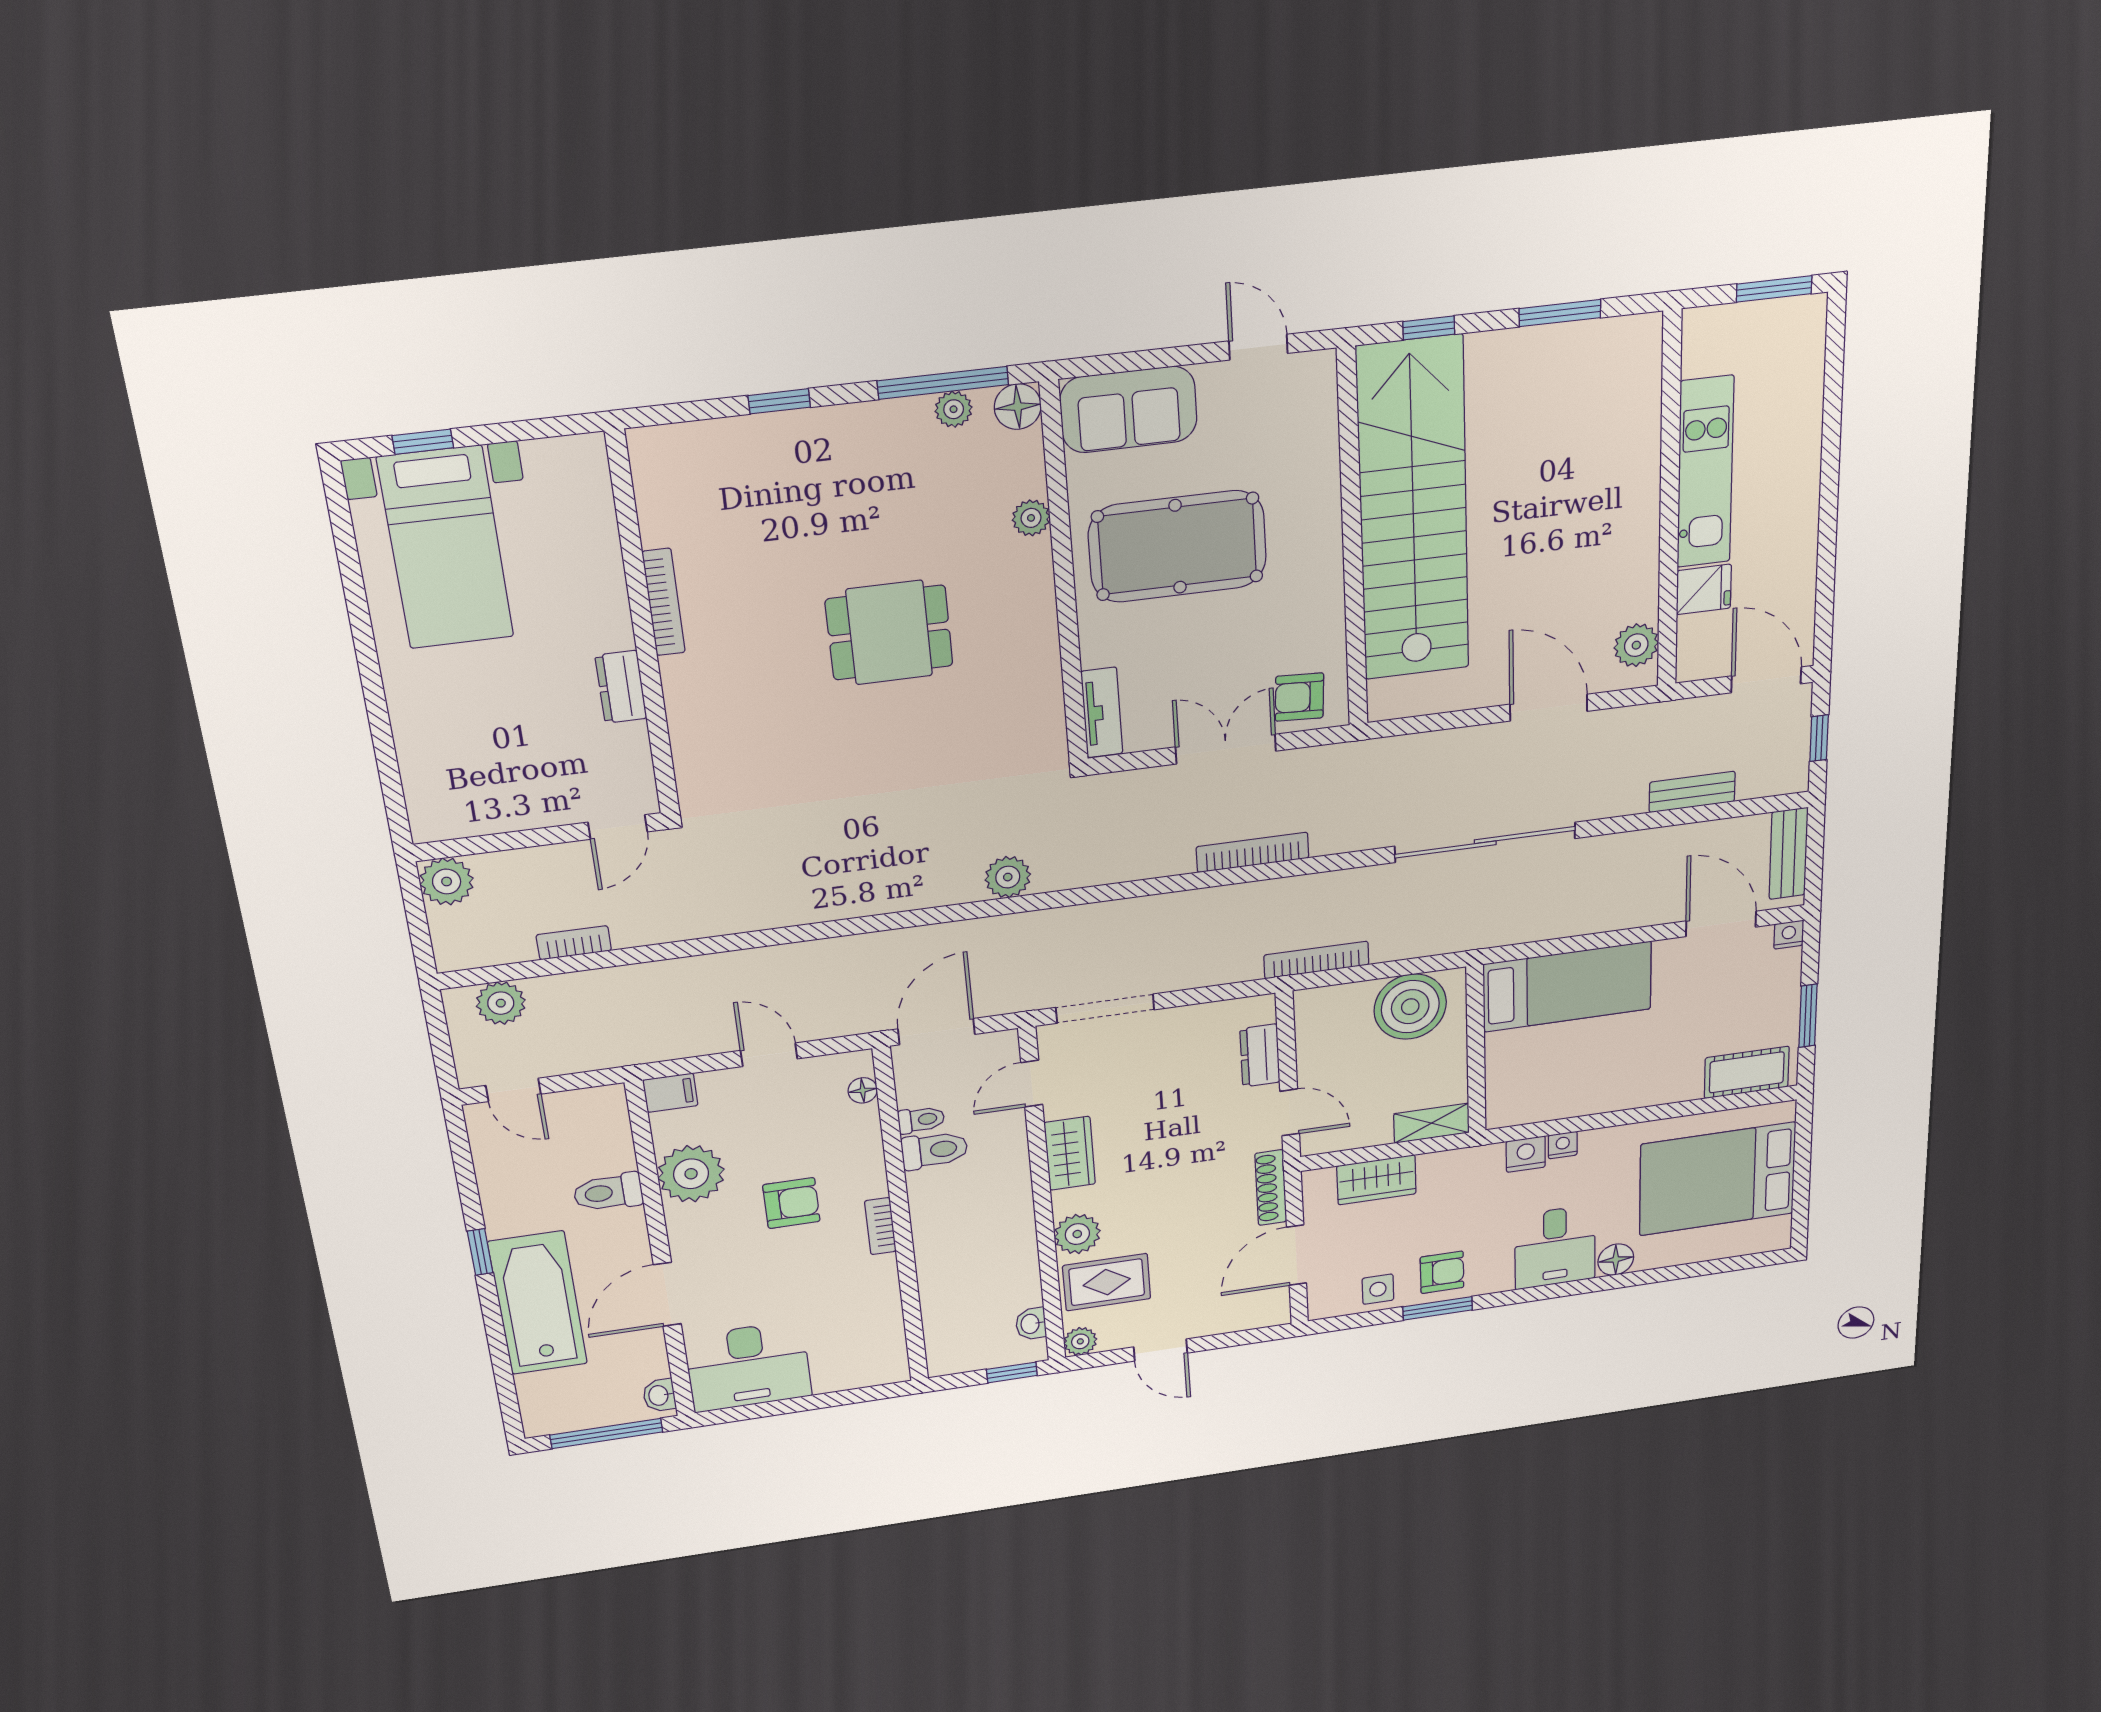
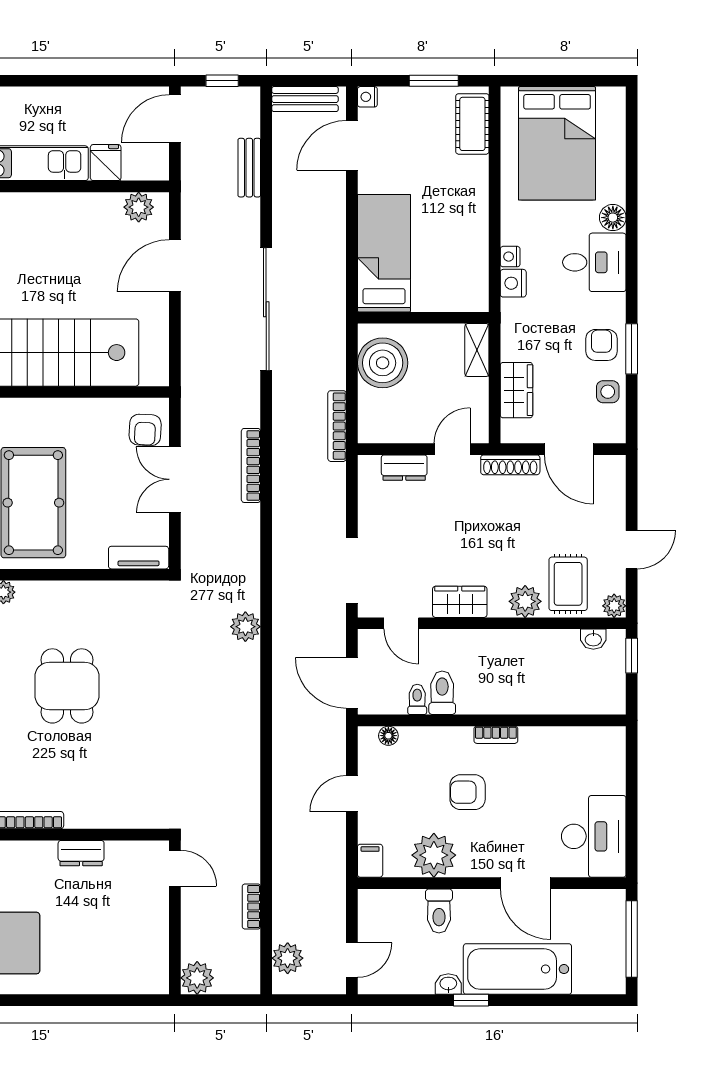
armchair: (791, 1203) -> (468, 792), turned -90
washbasin: (659, 1395) -> (448, 984), moved, turned 180

